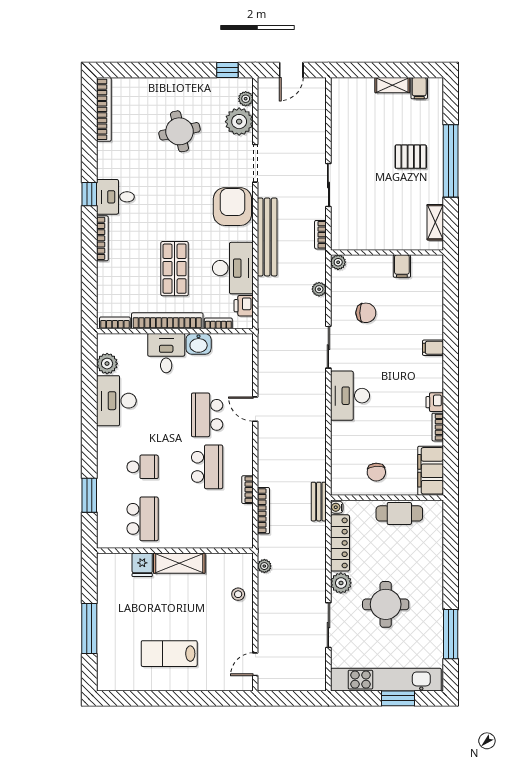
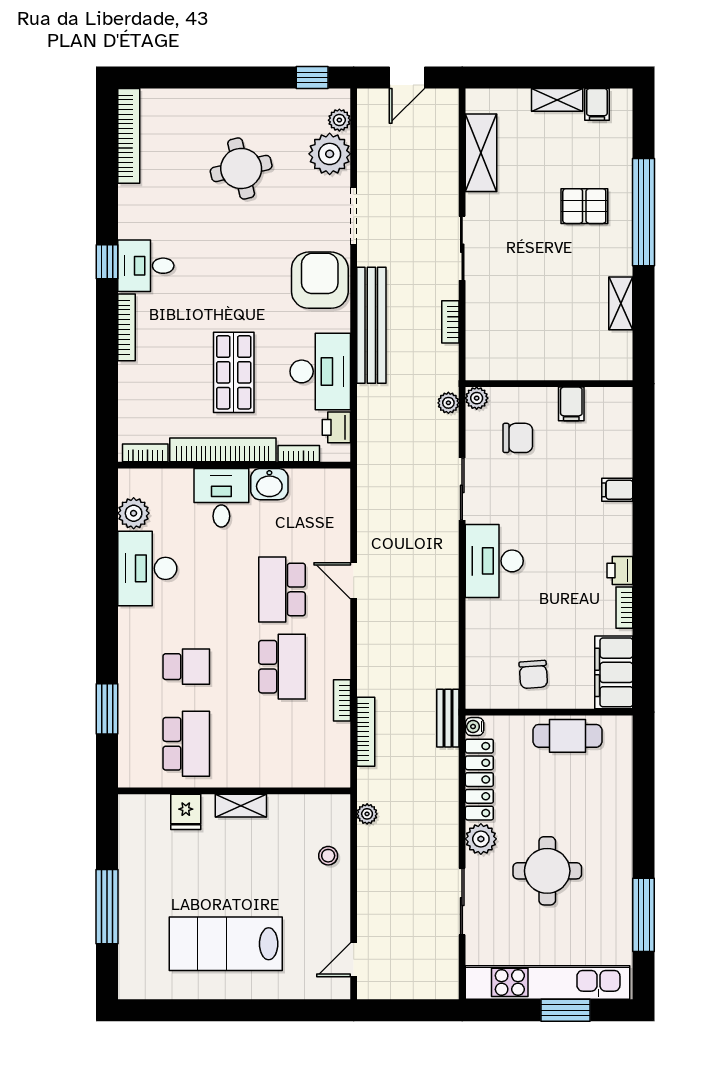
shelving: (341, 121) -> (481, 153), added
wall: (387, 253) -> (549, 384), moved
plant: (338, 262) -> (477, 398), moved
filing cabinet: (402, 266) -> (571, 404), moved
shelving: (179, 563) -> (241, 806), width x0.67, depth x0.75
lab bench: (169, 654) -> (226, 944), width x1.36, depth x1.39

